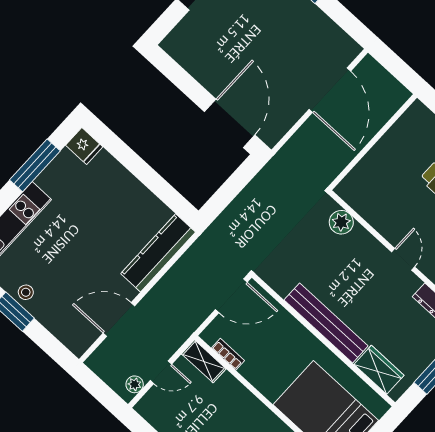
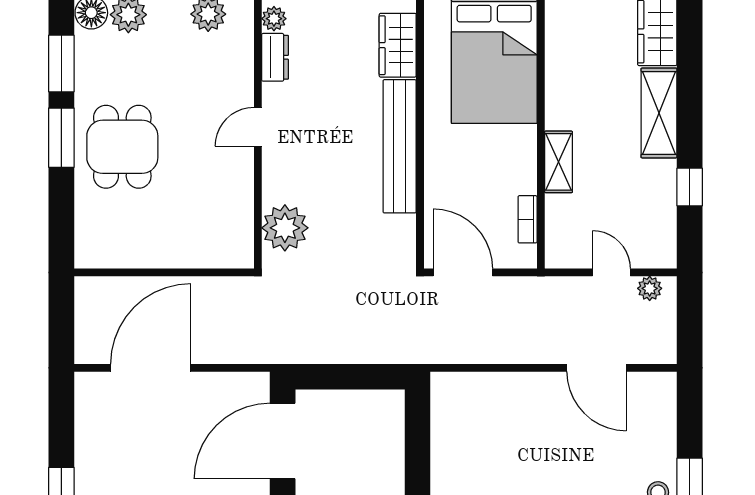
plant: (341, 222) -> (285, 228), width x1.36, depth x1.36
kitchen counter: (158, 253) -> (488, 391), removed
shelving: (204, 361) -> (558, 162), moved

